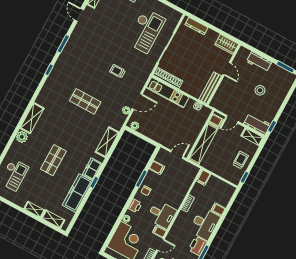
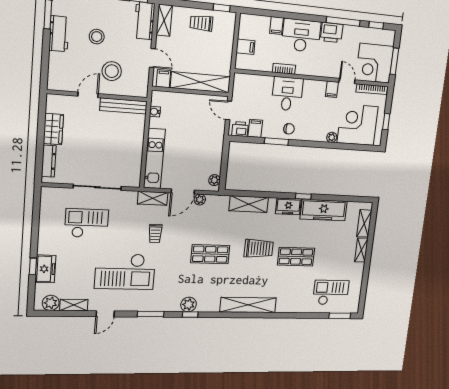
checkout: (146, 31) -> (86, 223), width x0.73, depth x0.83
checkout: (101, 40) -> (125, 271), added
wardrobe: (227, 44) -> (53, 129), moved
workbench: (259, 62) -> (59, 34), moved
shoe rack: (168, 78) -> (135, 167), removed
shelving: (142, 80) -> (153, 198), added
stool: (235, 90) -> (112, 71), added
shop shelf: (85, 101) -> (210, 254), turned 90
door: (137, 101) -> (183, 191), swing flipped
shelving: (32, 118) -> (248, 305), width x1.47
trolley: (73, 136) -> (259, 248), added
plant: (22, 137) -> (189, 304), moved
filing cabinet: (203, 178) -> (245, 47), moved
printer: (135, 206) -> (240, 129), moved
desk: (162, 214) -> (287, 94), moved

